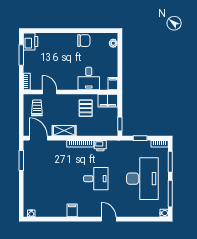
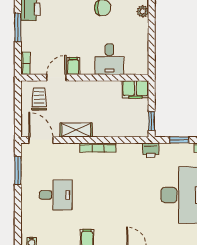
filing cabinet: (113, 84) -> (73, 66), moved
door: (50, 92) -> (56, 78), hinge flipped
pallet: (86, 108) -> (105, 99), removed
printer: (100, 146) -> (151, 150), moved
desk: (96, 179) -> (56, 195), moved

